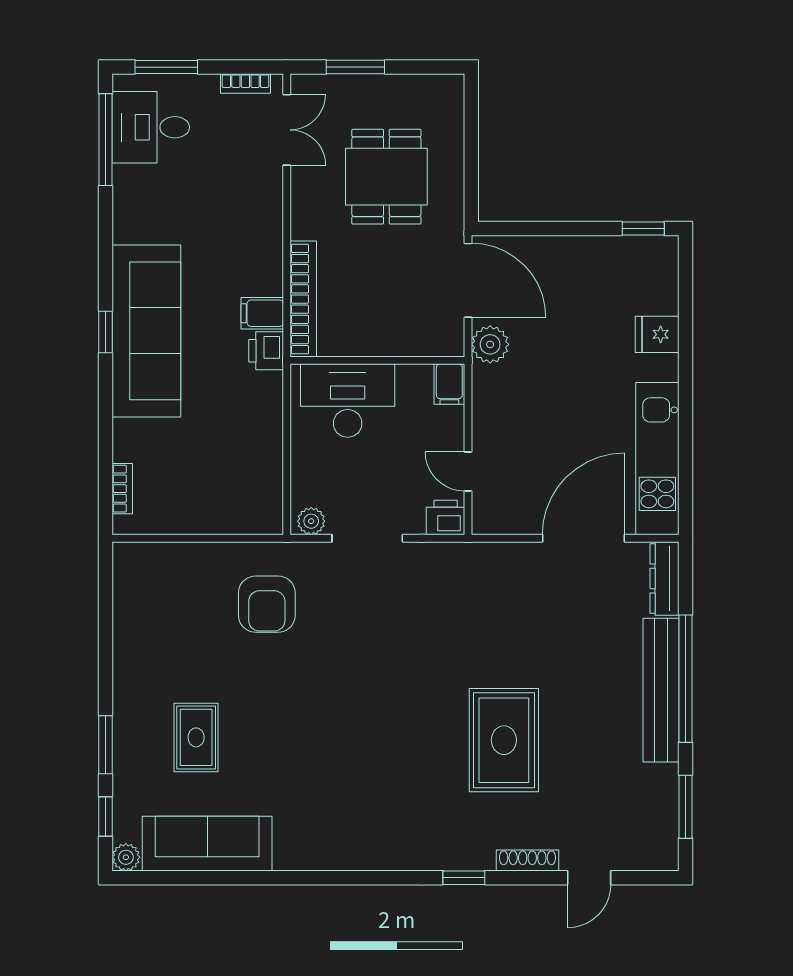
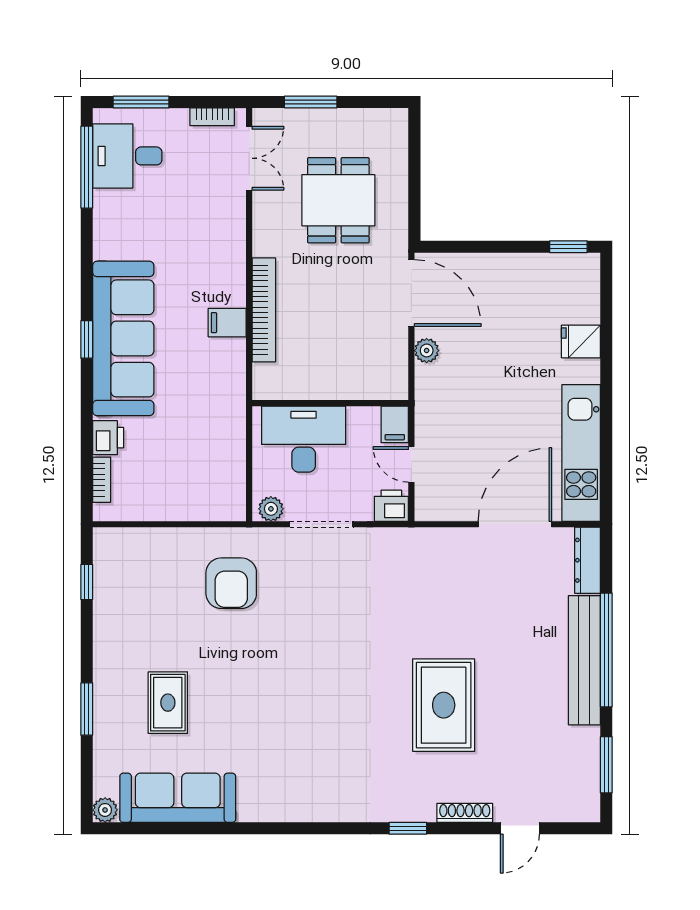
plant: (490, 344) -> (427, 351), width x0.73, depth x0.73
printer: (266, 351) -> (108, 438), moved, turned 180
wall: (377, 360) -> (330, 403), moved
filing cabinet: (449, 384) -> (395, 424), moved
desk: (348, 401) -> (304, 439), moved
window: (105, 816) -> (87, 582), moved

